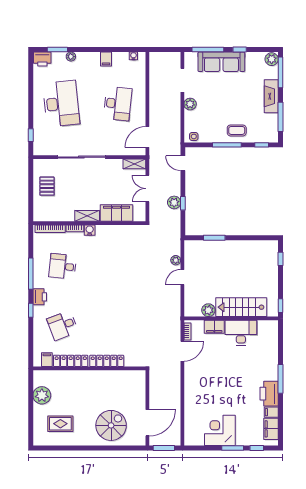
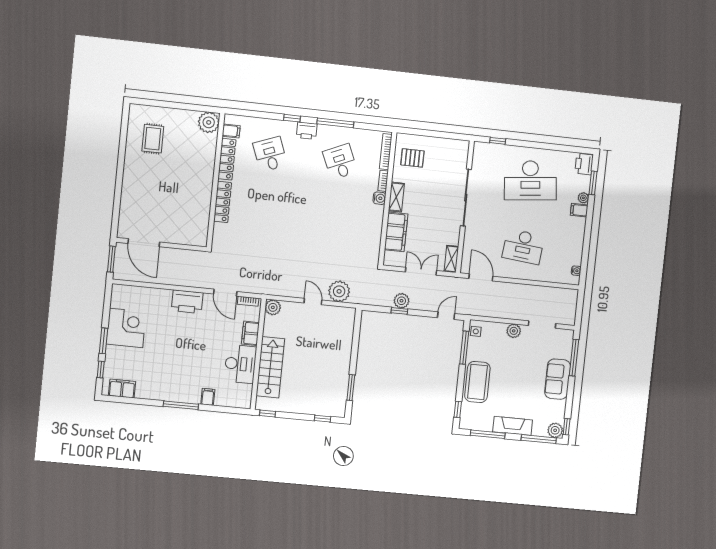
window: (240, 50) -> (567, 427), moved
filing cabinet: (106, 59) -> (579, 210), moved
sofa: (221, 62) -> (558, 379), width x0.73
coffee table: (237, 130) -> (477, 382), width x1.86, depth x1.72
window: (227, 145) -> (464, 348), moved
pallet: (47, 186) -> (412, 158), moved
window: (214, 238) -> (351, 388), moved
plant: (176, 260) -> (339, 291), width x1.88, depth x1.88
desk: (63, 266) -> (340, 162), turned -30
plant: (208, 310) -> (273, 307), moved
printer: (269, 394) -> (187, 302), moved, turned 180
plant: (42, 395) -> (209, 122), moved
filing cabinet: (271, 412) -> (208, 397), moved
spiral stairs: (111, 425) -> (145, 199), removed

